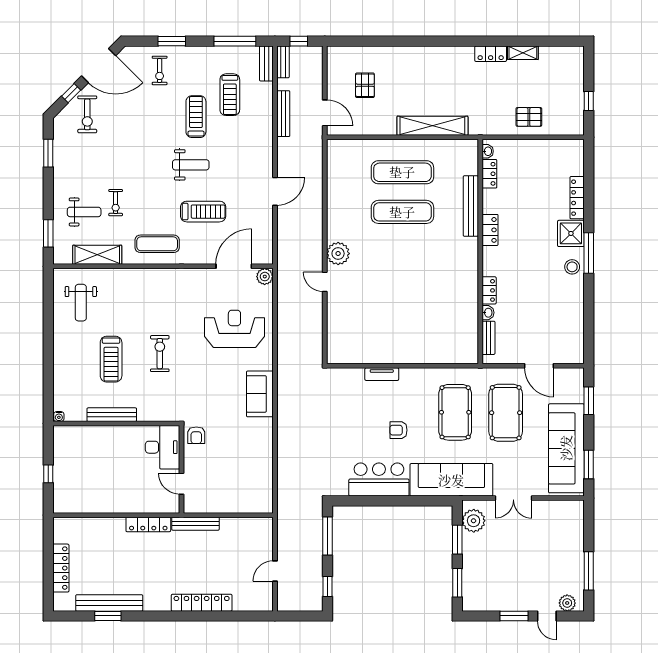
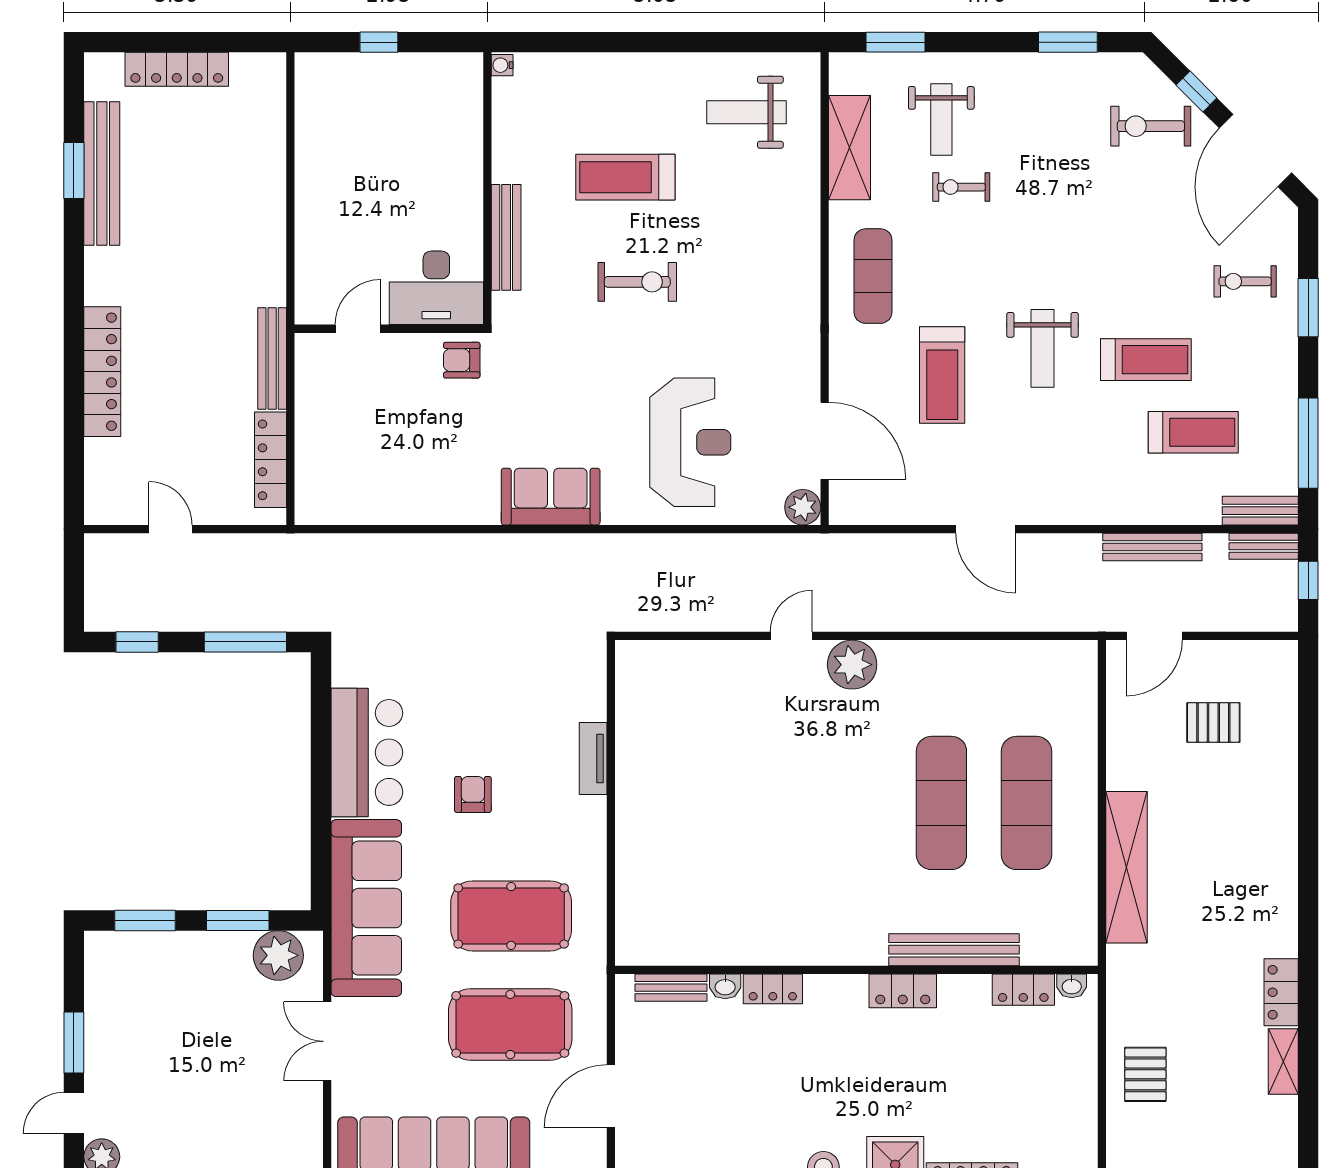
treadmill: (230, 95) -> (1193, 432), turned 180
bench: (112, 415) -> (506, 237), moved
locker: (148, 524) -> (270, 460), moved

